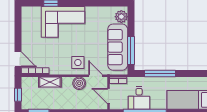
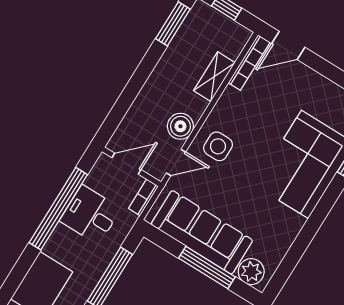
window: (131, 51) -> (207, 267), moved

